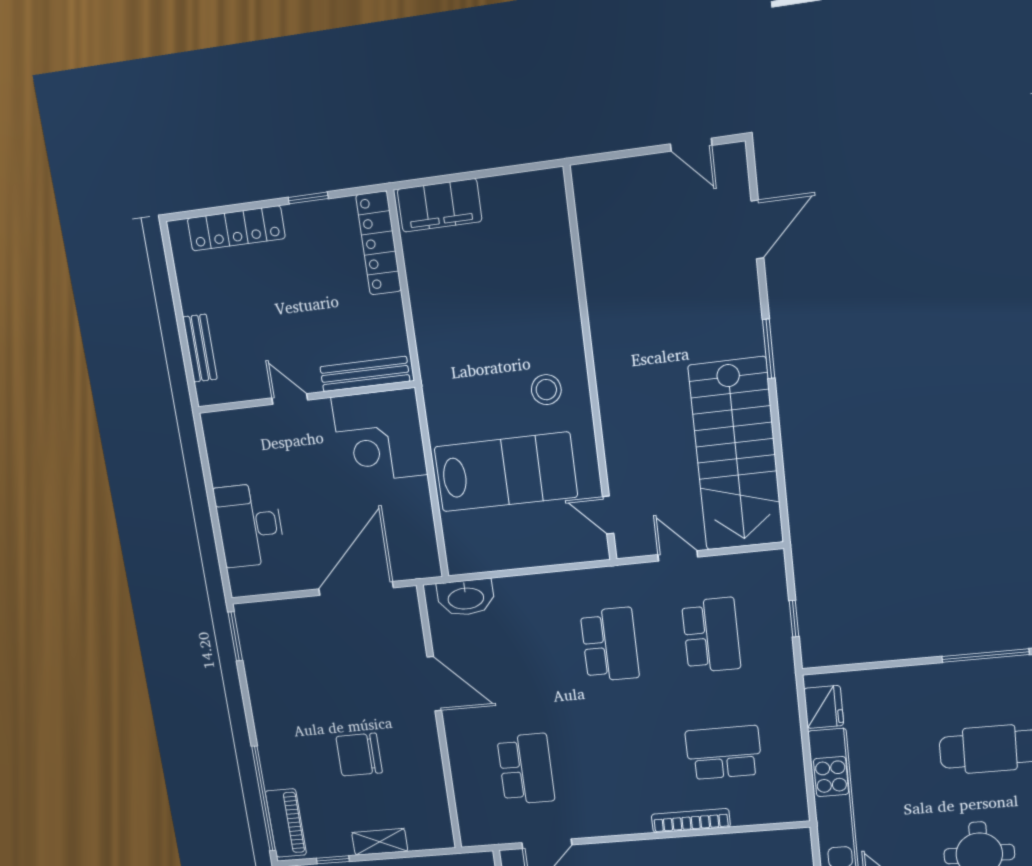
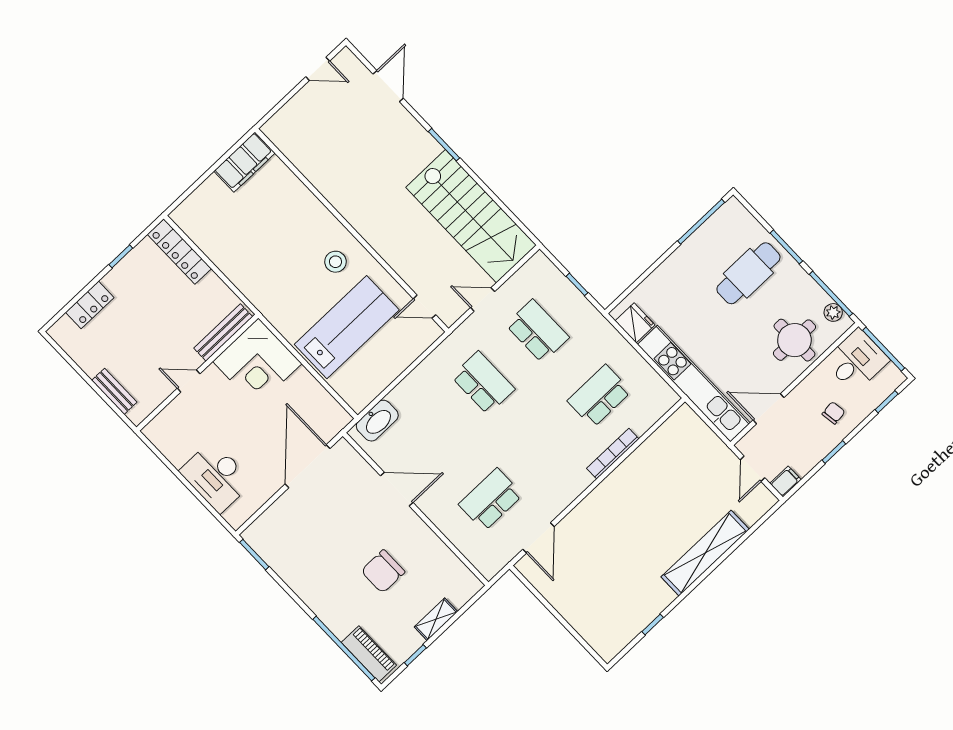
filing cabinet: (440, 205) -> (244, 162), moved
locker: (236, 228) -> (90, 305), width x0.66
school desk: (526, 769) -> (491, 500), turned -90

